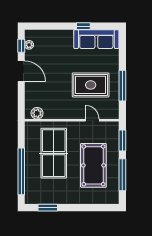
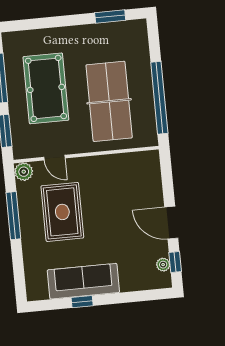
sofa: (96, 39) -> (83, 281), moved
rug: (91, 85) -> (62, 212), turned 90
plant: (37, 113) -> (24, 172), moved
window: (21, 171) -> (159, 98), moved

